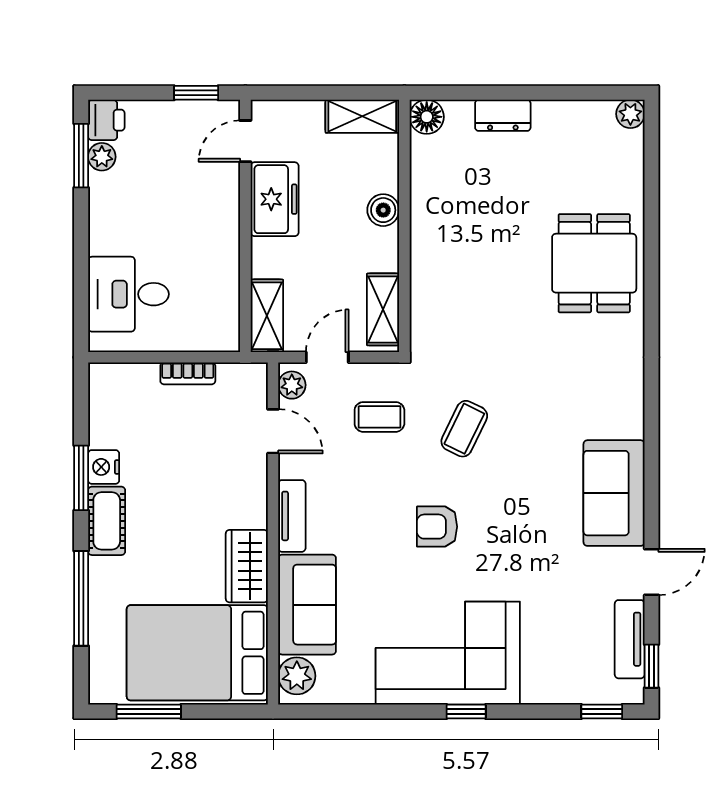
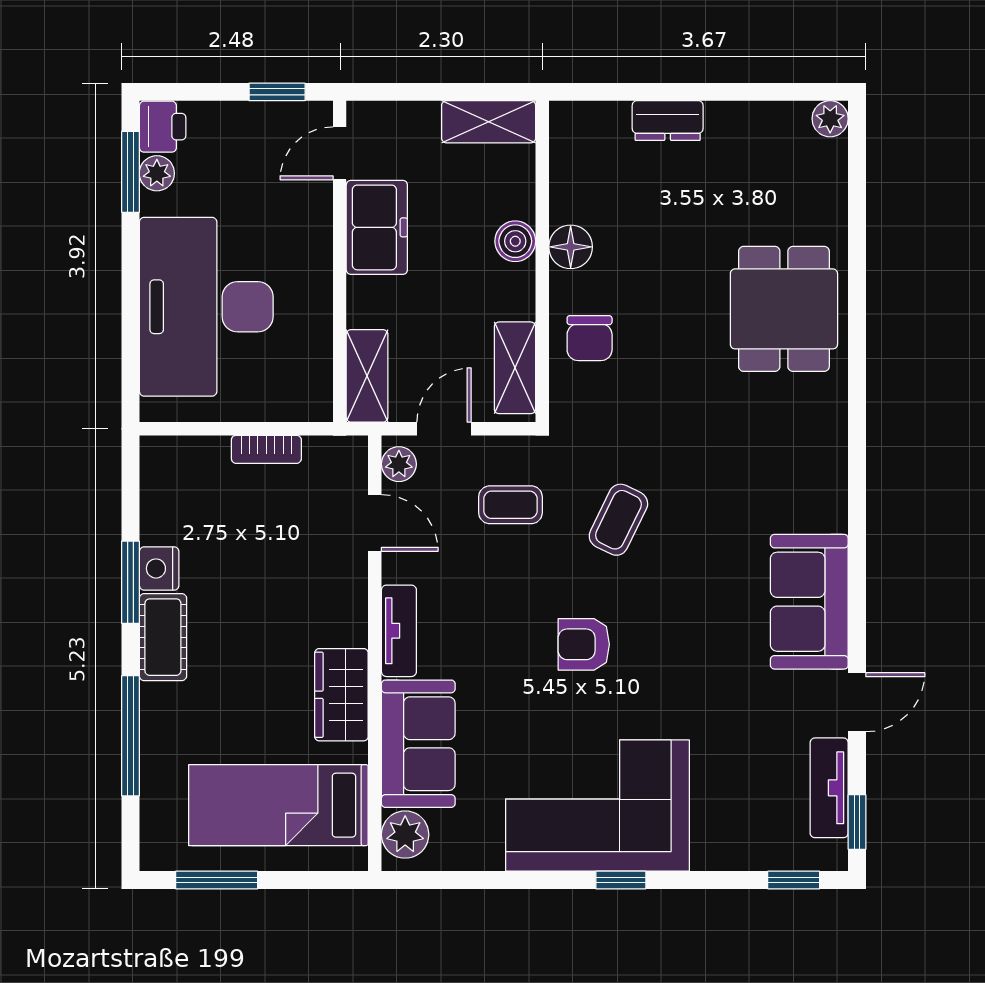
floor lamp: (427, 117) -> (571, 247), moved
chair: (442, 286) -> (590, 338), added
desk: (128, 294) -> (206, 307), width x1.87, depth x1.30
bed: (197, 653) -> (278, 805), width x0.67

